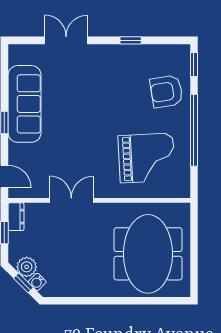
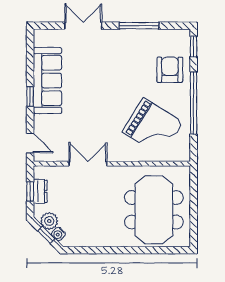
window: (131, 40) -> (139, 26), width x2.17
armchair: (166, 91) -> (170, 70), turned 99
grand piano: (147, 158) -> (153, 127), turned 35
dresser: (16, 217) -> (40, 191), moved

